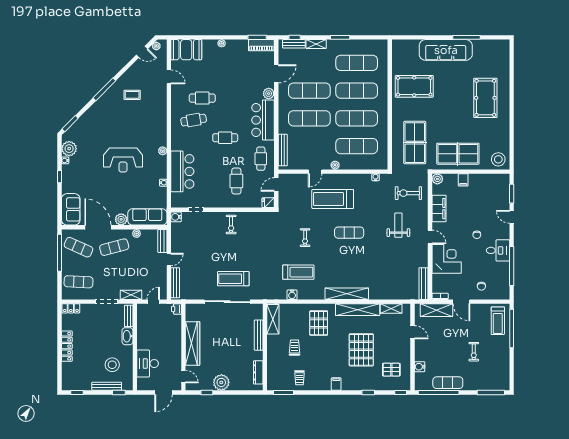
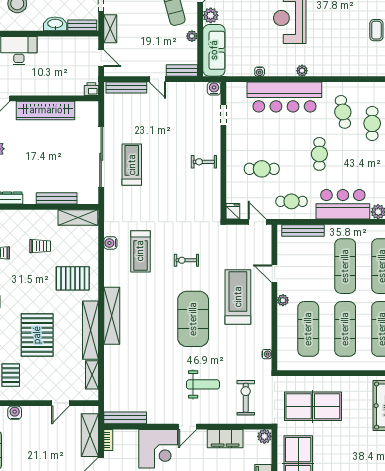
bar counter: (182, 171) -> (284, 97), width x1.36
exercise mat: (349, 233) -> (193, 319), width x2.00, depth x1.45
pallet: (361, 350) -> (37, 335), turned 90

